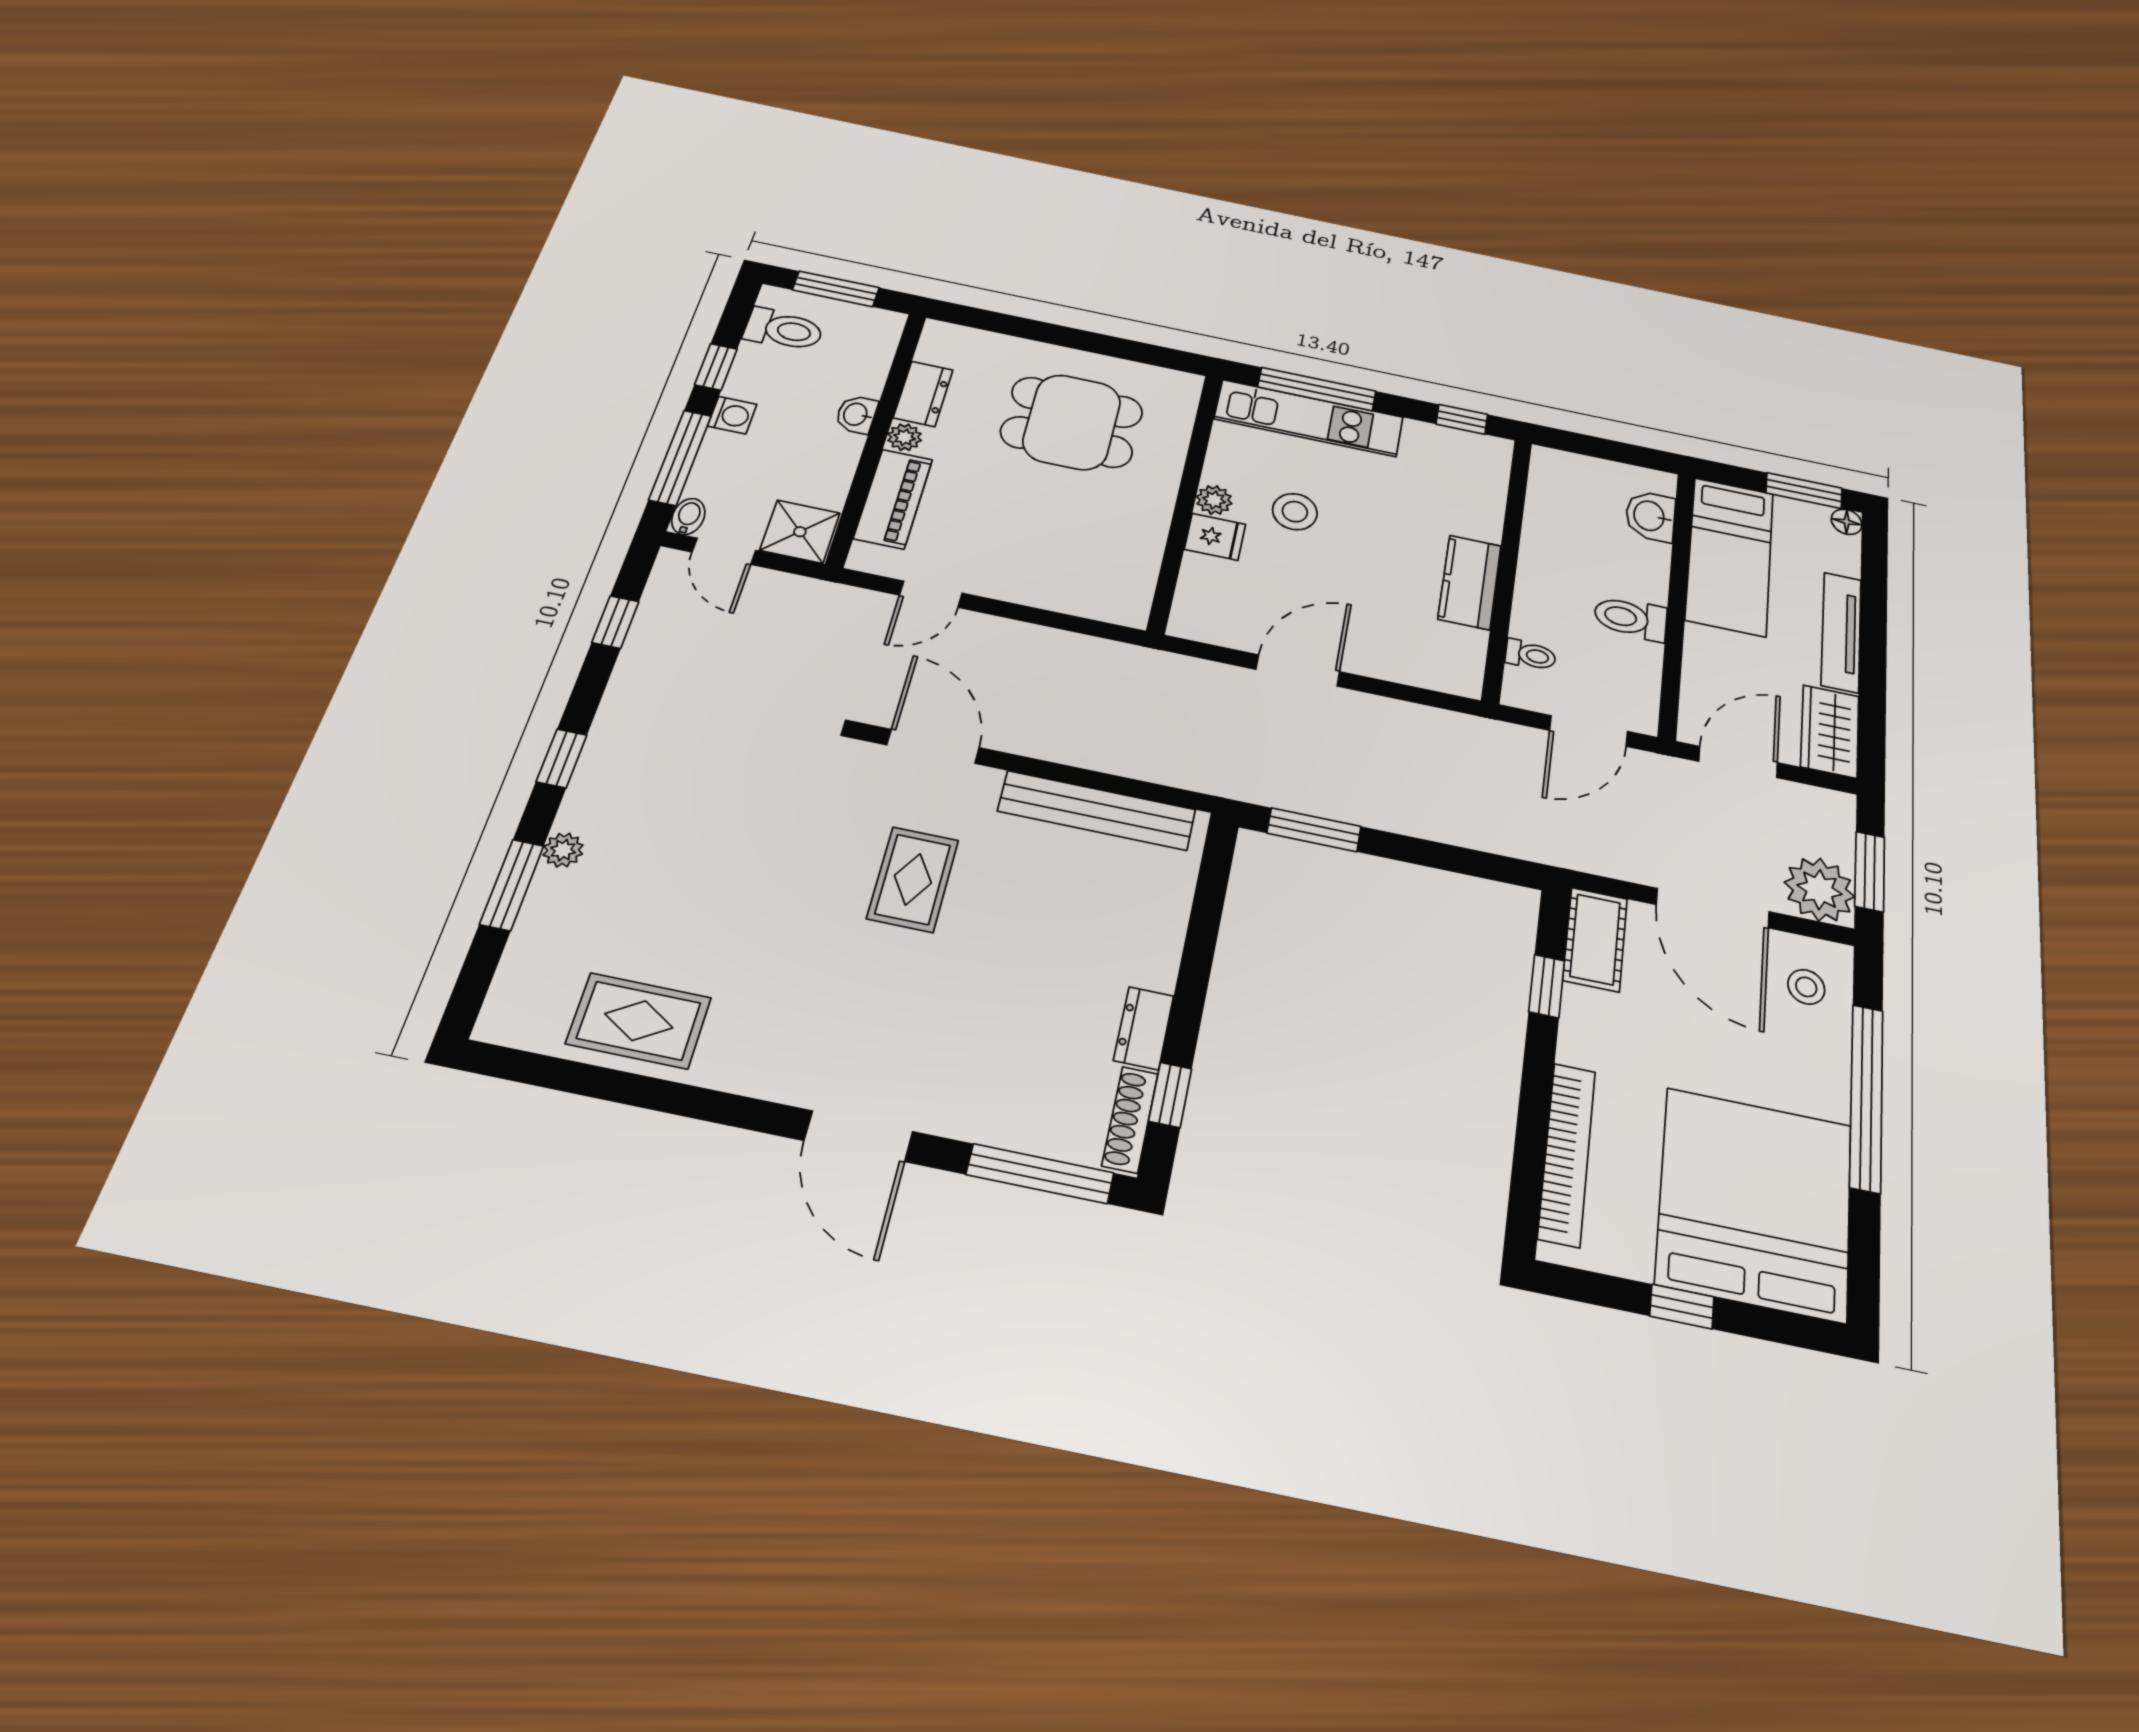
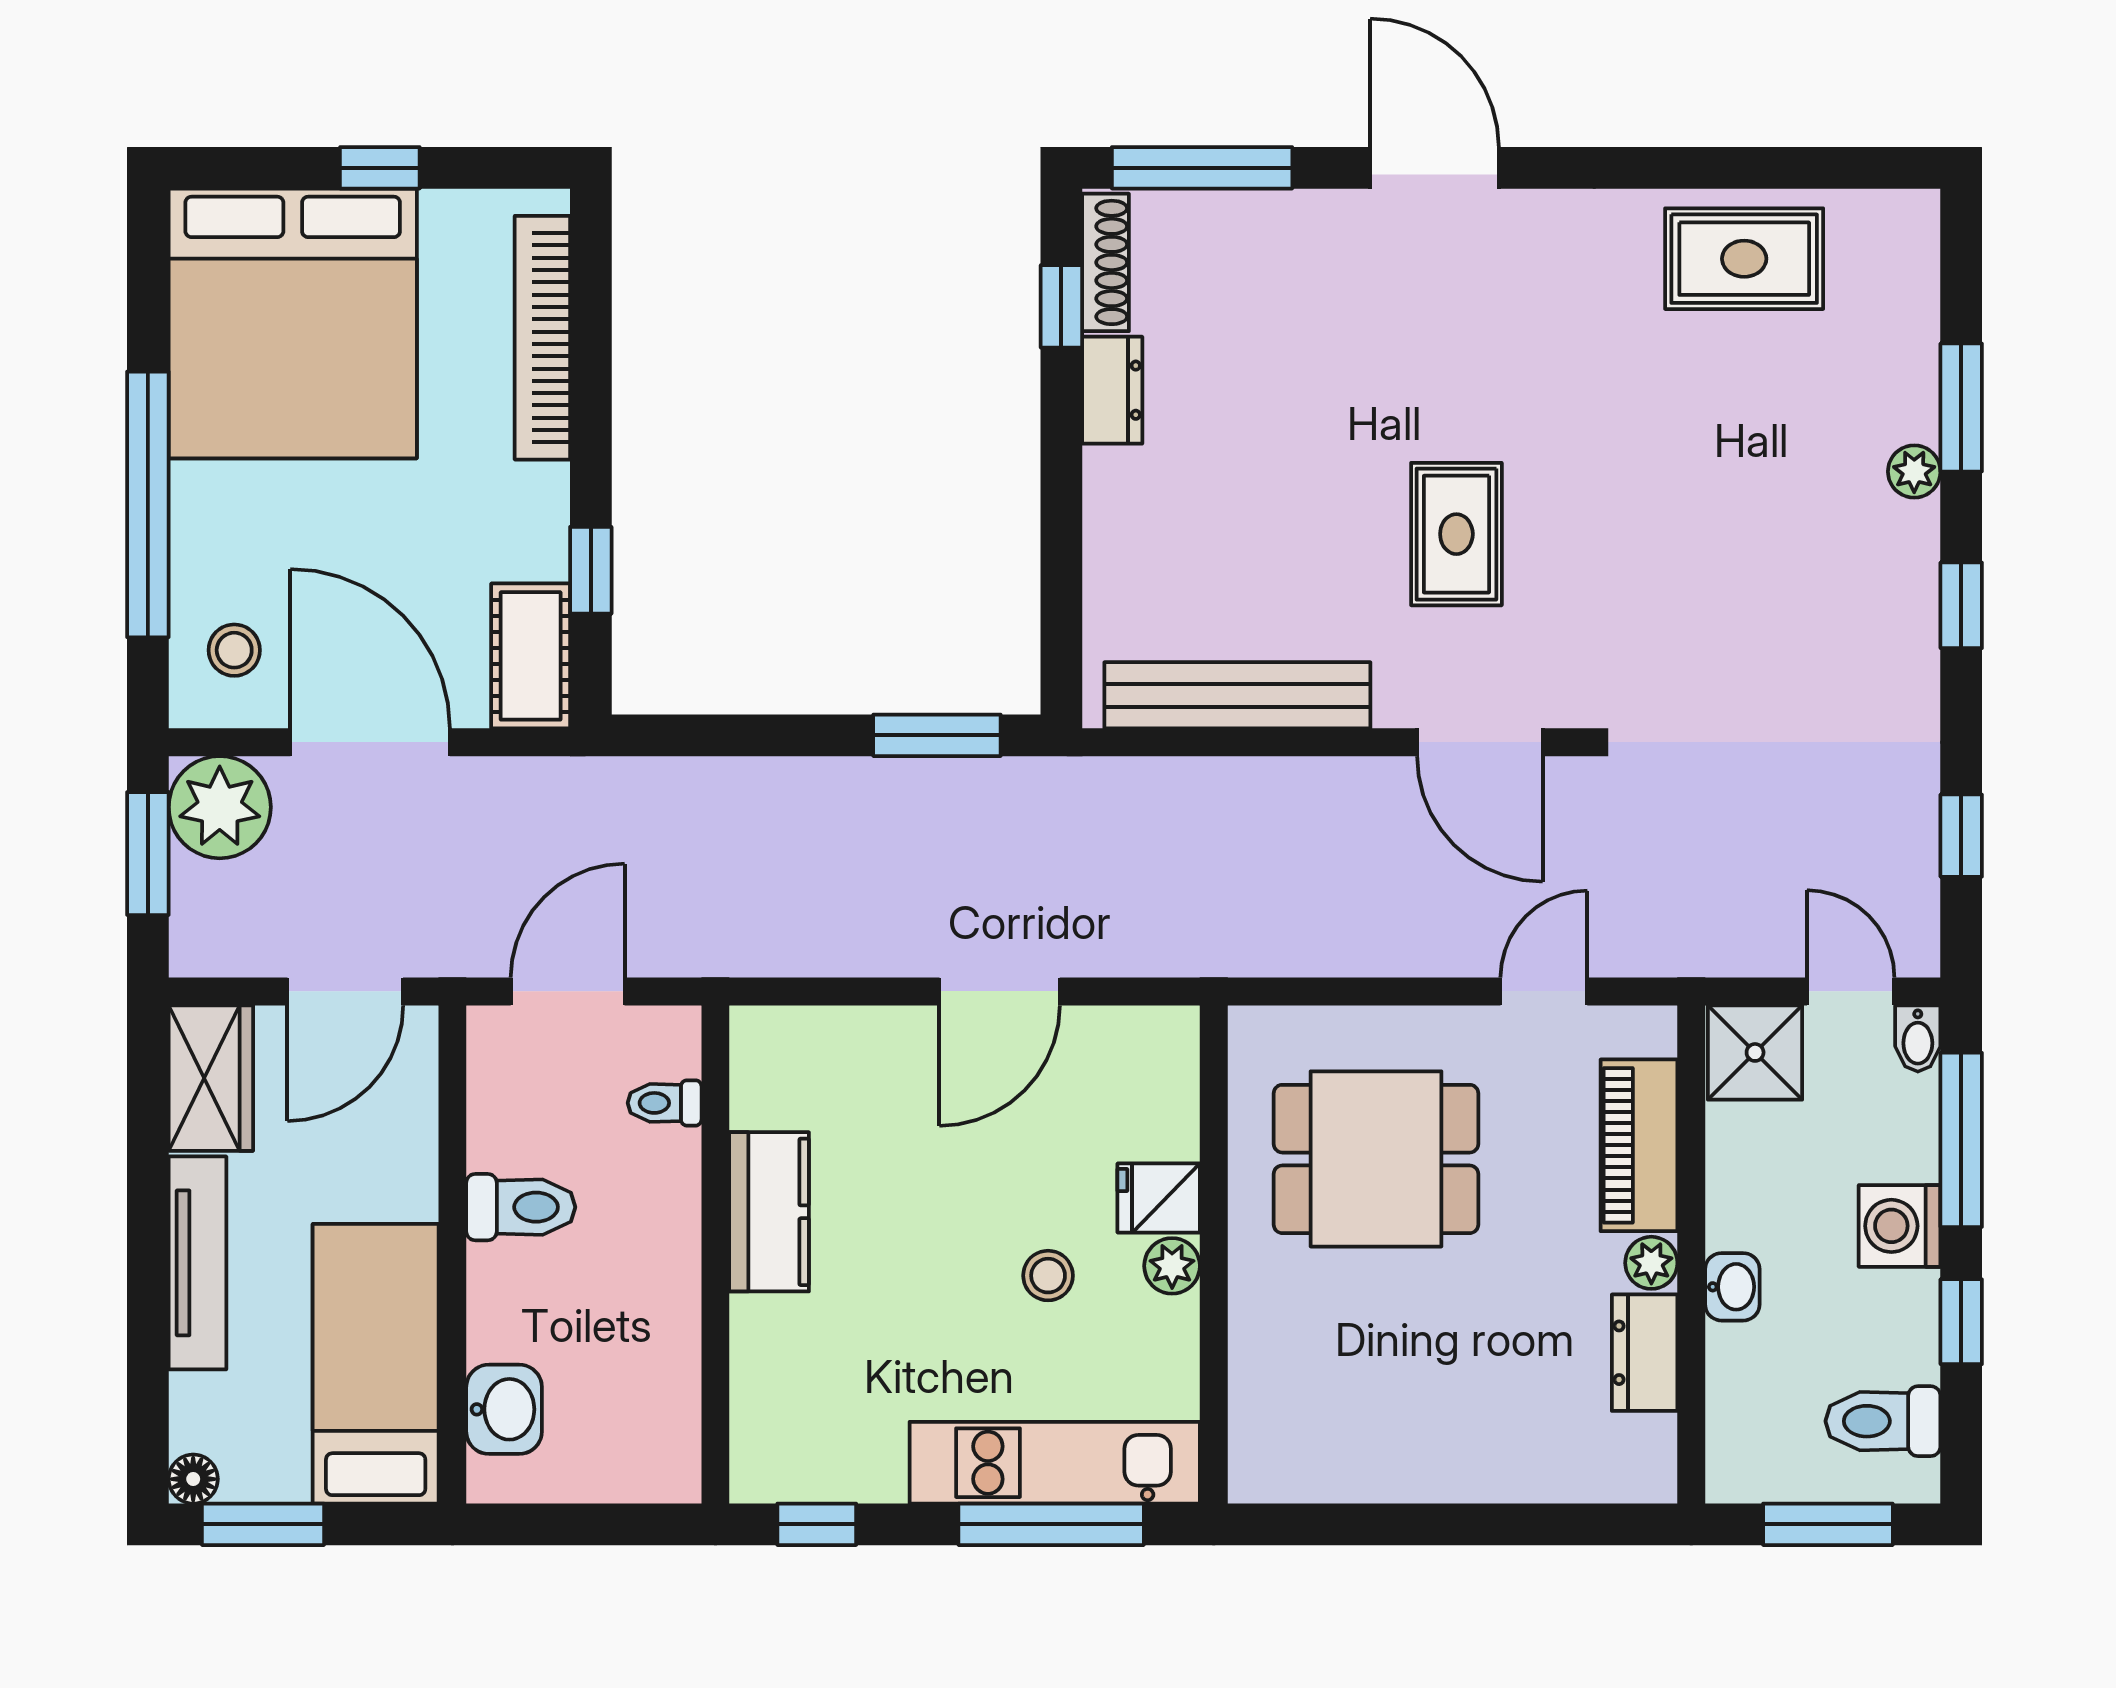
washing machine: (732, 415) -> (1900, 1226), width x1.38, depth x1.38
dining table: (1072, 422) -> (1376, 1159), moved
stool: (1295, 512) -> (1048, 1276), width x0.73, depth x0.73

